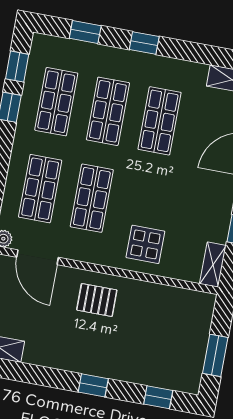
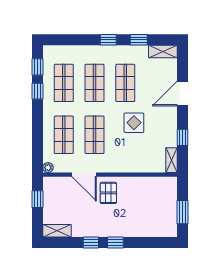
window: (85, 32) -> (139, 40), moved
display table: (145, 244) -> (134, 123), moved
door: (37, 257) -> (84, 175), moved
pallet: (97, 300) -> (108, 193), turned 90
window: (158, 397) -> (91, 242), moved

